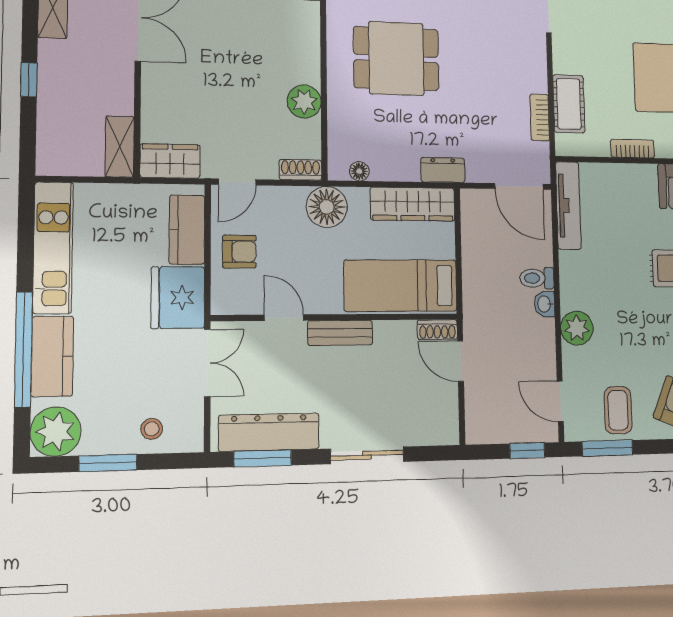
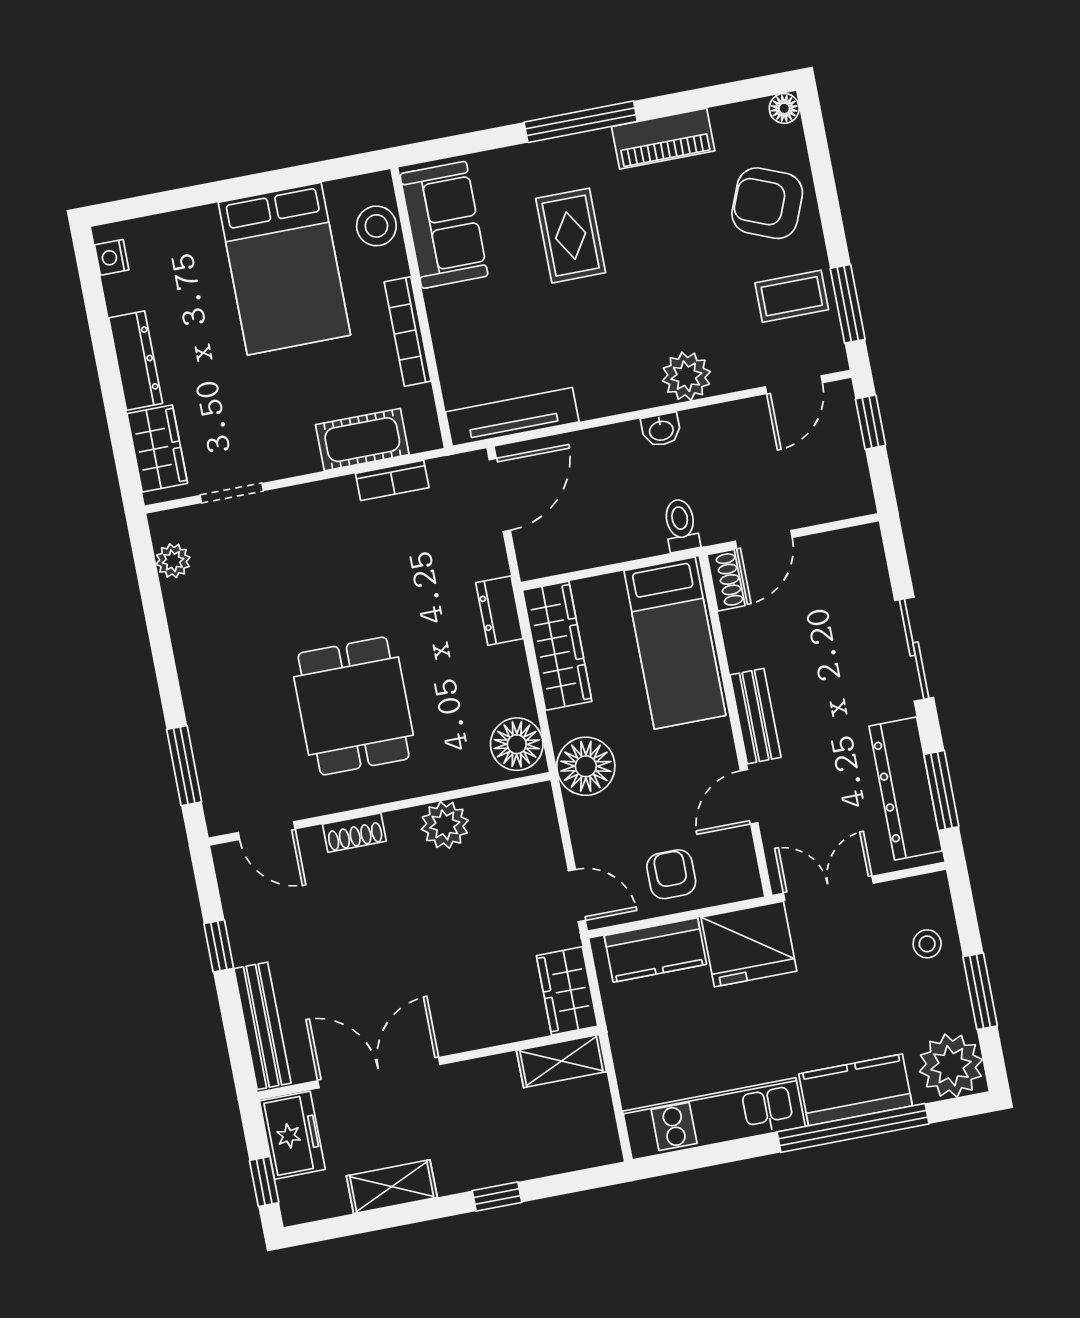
bookcase: (633, 149) -> (408, 331), width x1.56
shoe rack: (300, 170) -> (354, 833), moved, turned -90
floor lamp: (359, 171) -> (517, 744), width x1.89, depth x1.89
toilet: (537, 278) -> (681, 525), moved, turned 180

